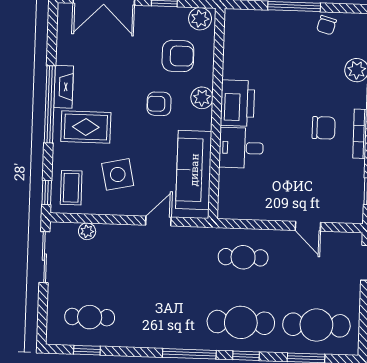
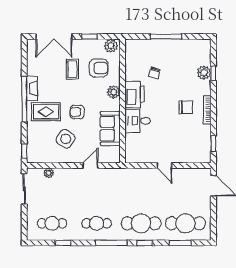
chair: (326, 25) -> (154, 73), moved
armchair: (159, 104) -> (77, 112), moved
sofa: (194, 170) -> (110, 129), width x0.73
side table: (118, 174) -> (66, 139), turned 45
coffee table: (71, 188) -> (72, 69), moved
door: (308, 226) -> (164, 165), moved
cafe table: (243, 257) -> (97, 223), moved
window: (87, 350) -> (63, 243), moved

